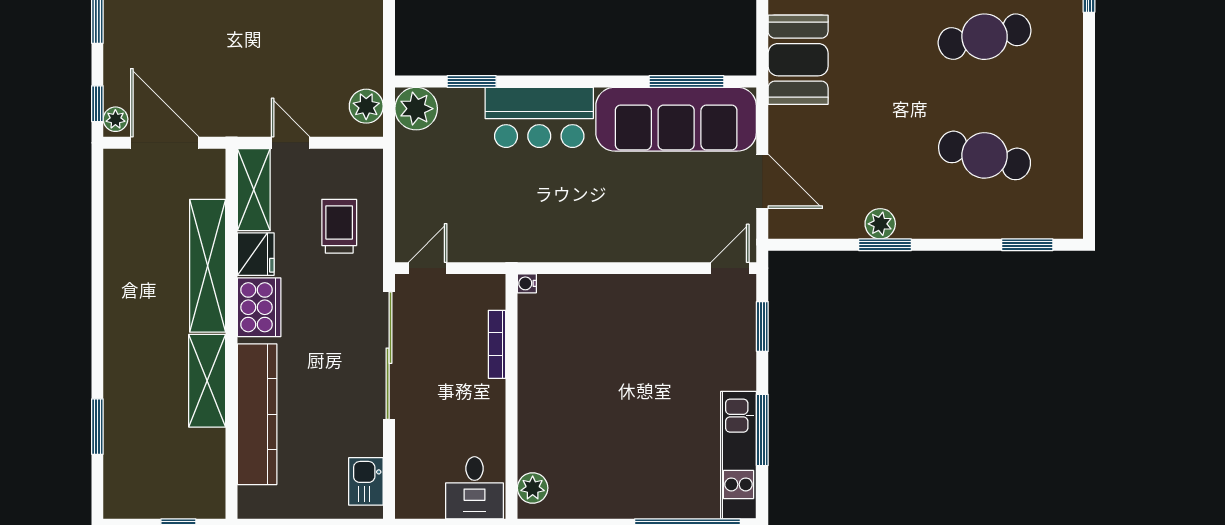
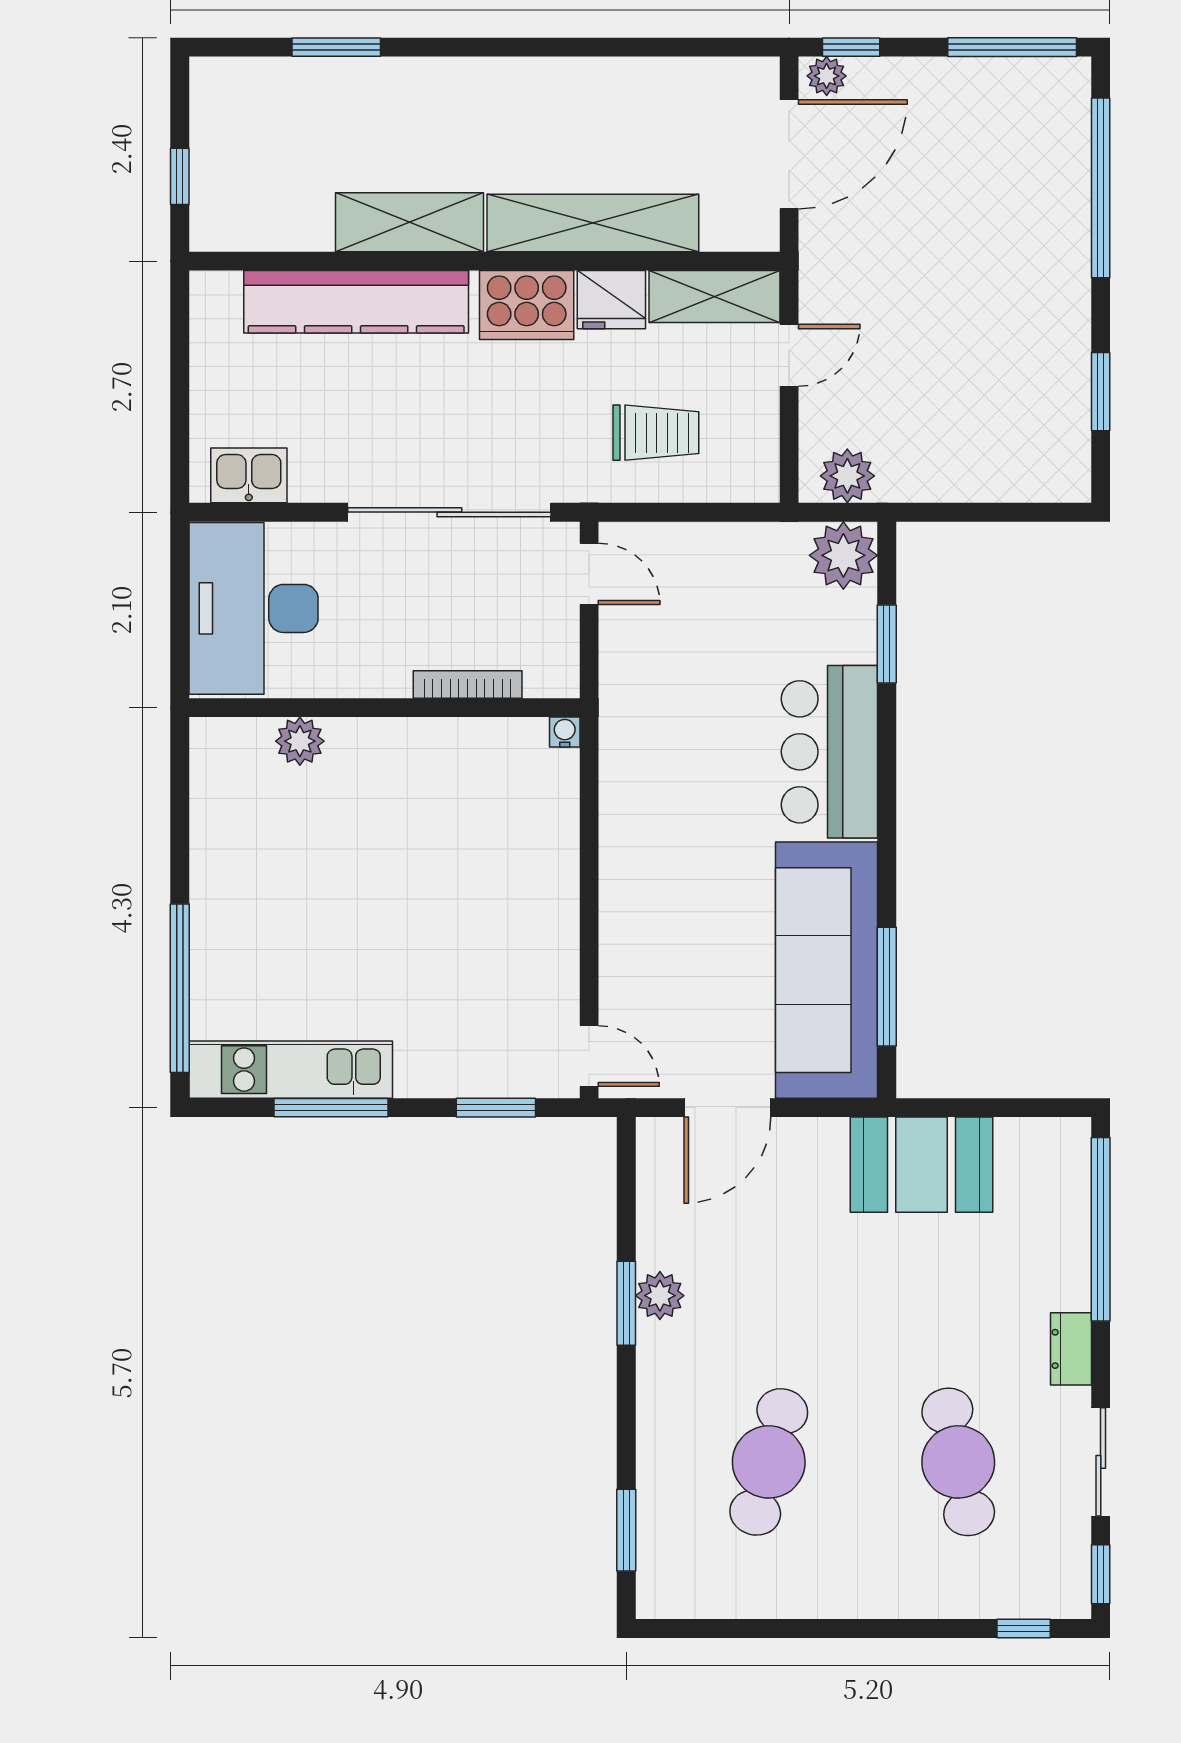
desk: (474, 488) -> (254, 608), width x1.87, depth x1.30
plant: (533, 488) -> (300, 741), moved

